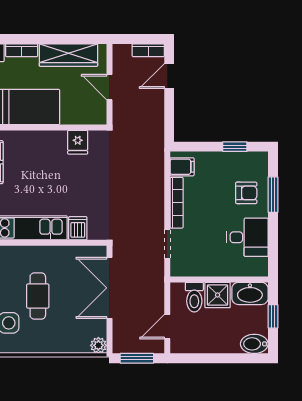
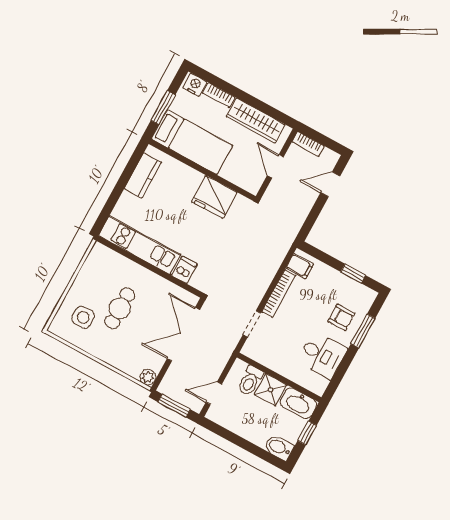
bookcase: (148, 50) -> (308, 144), moved
fridge: (78, 142) -> (214, 197), width x1.88, depth x1.34

